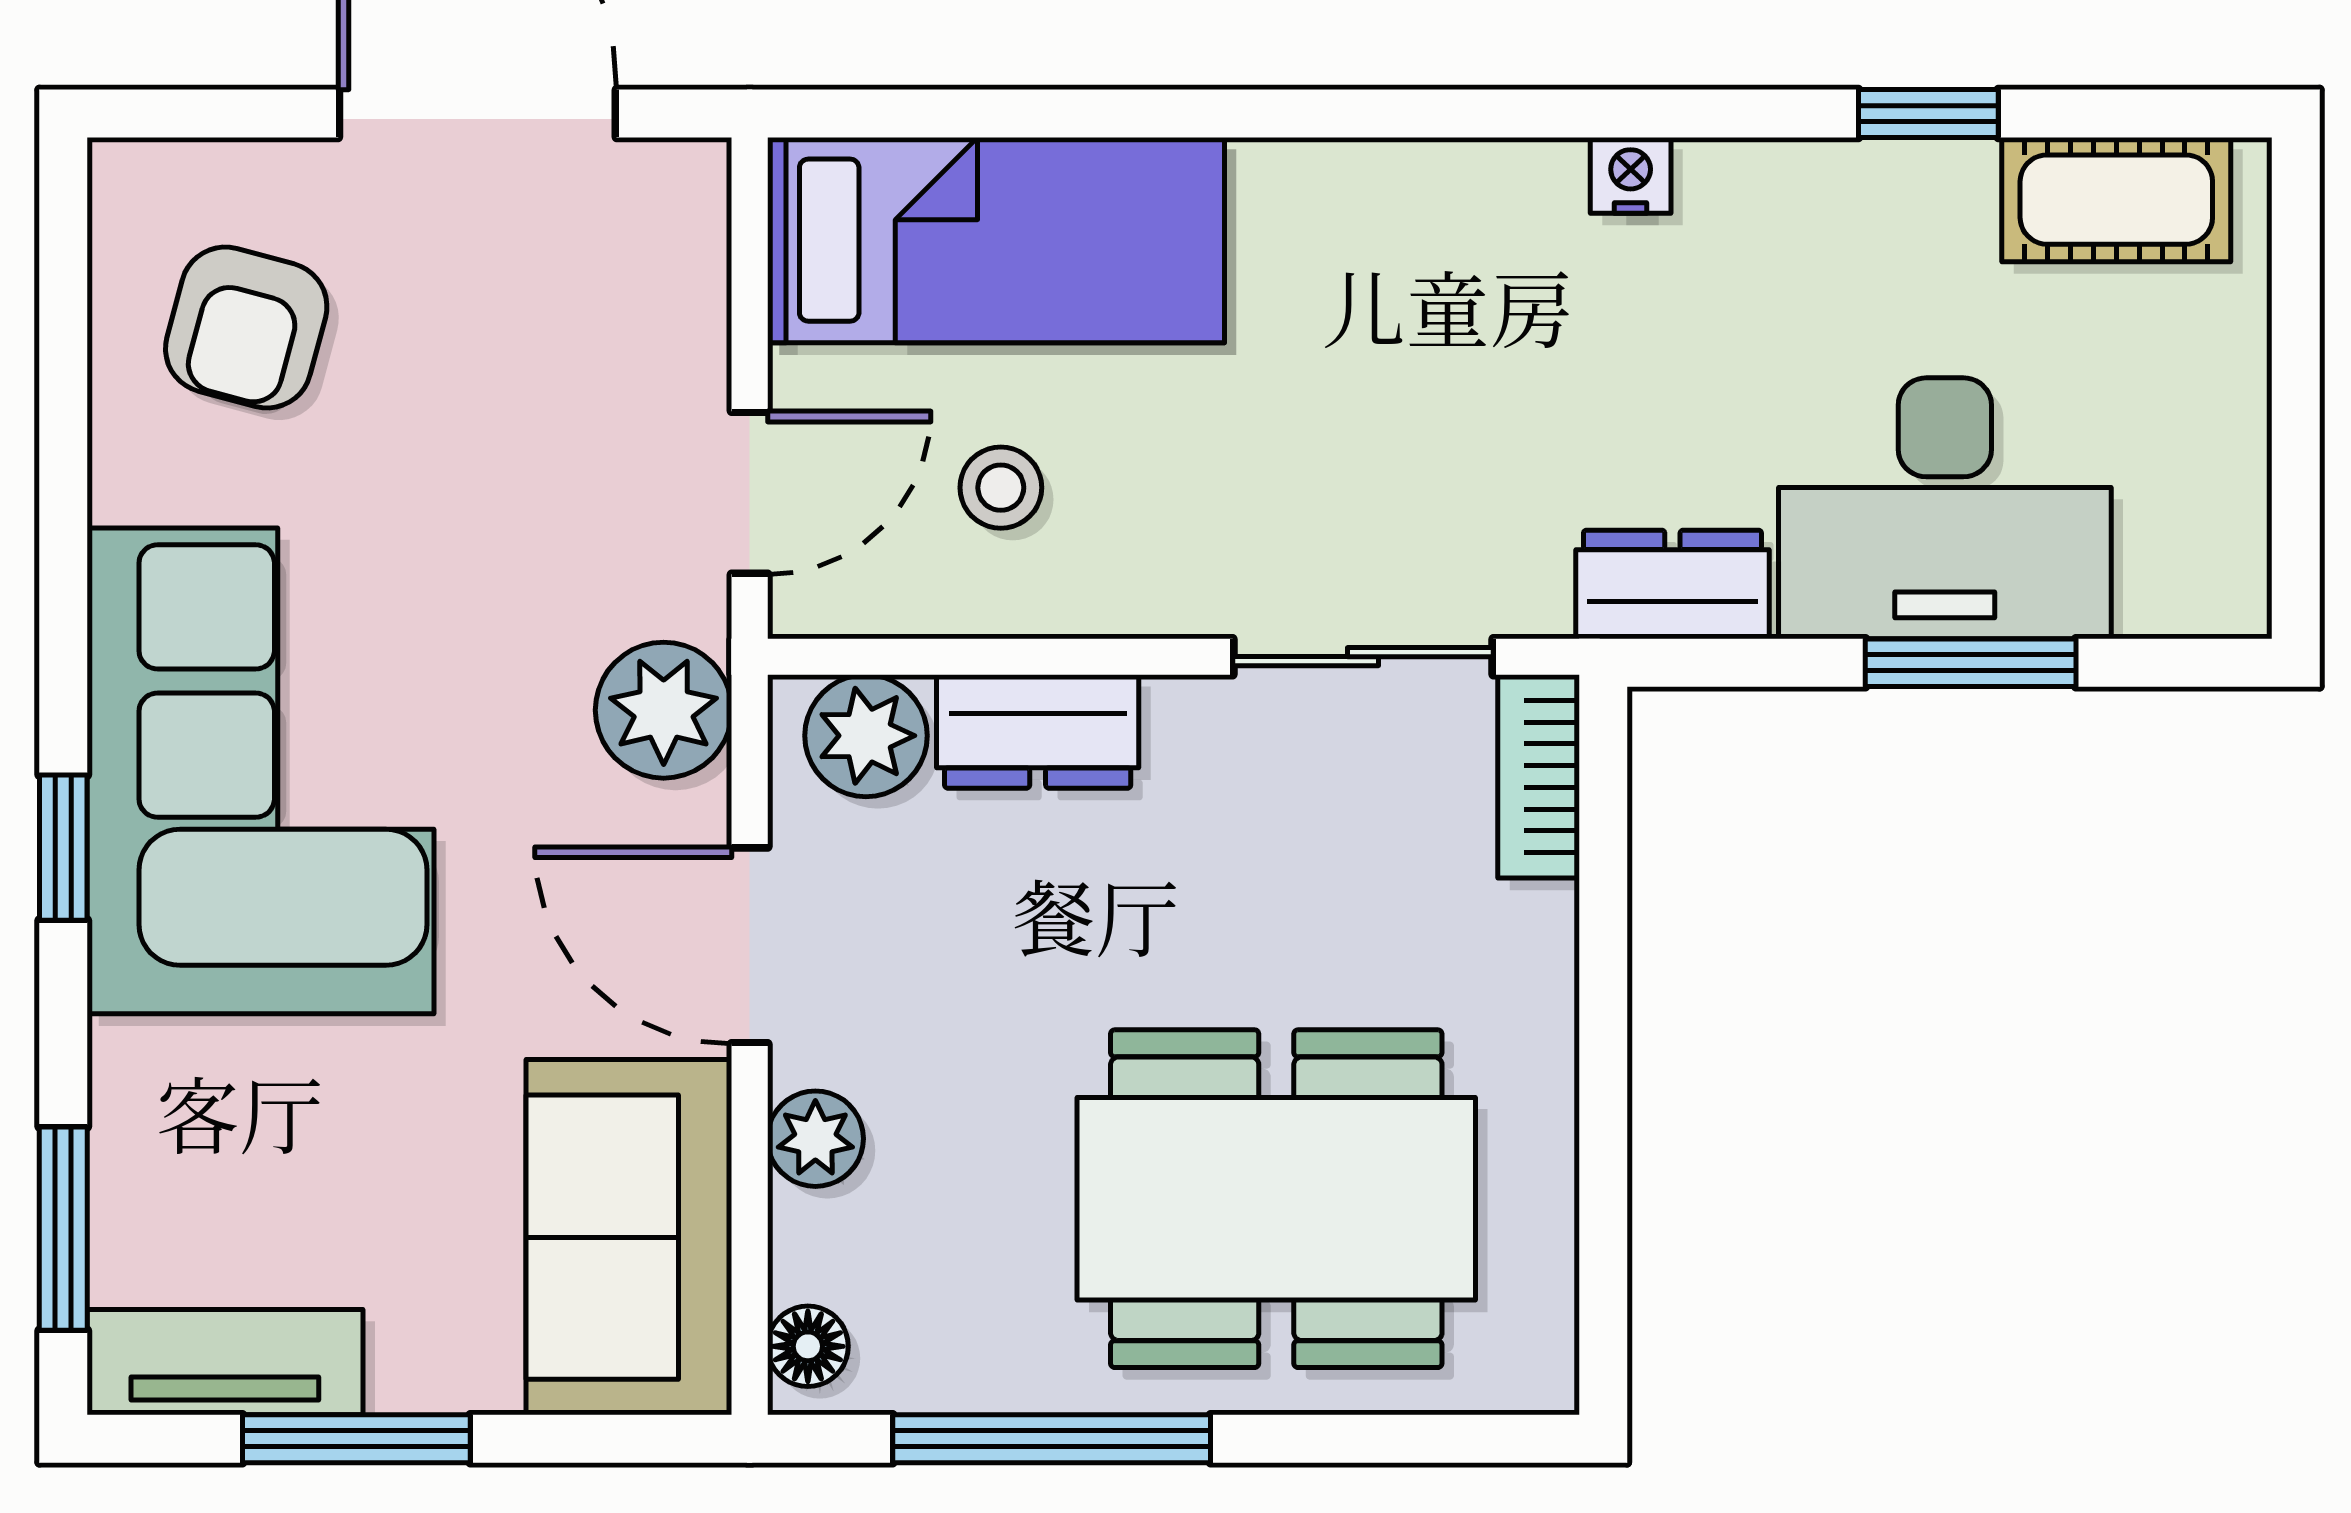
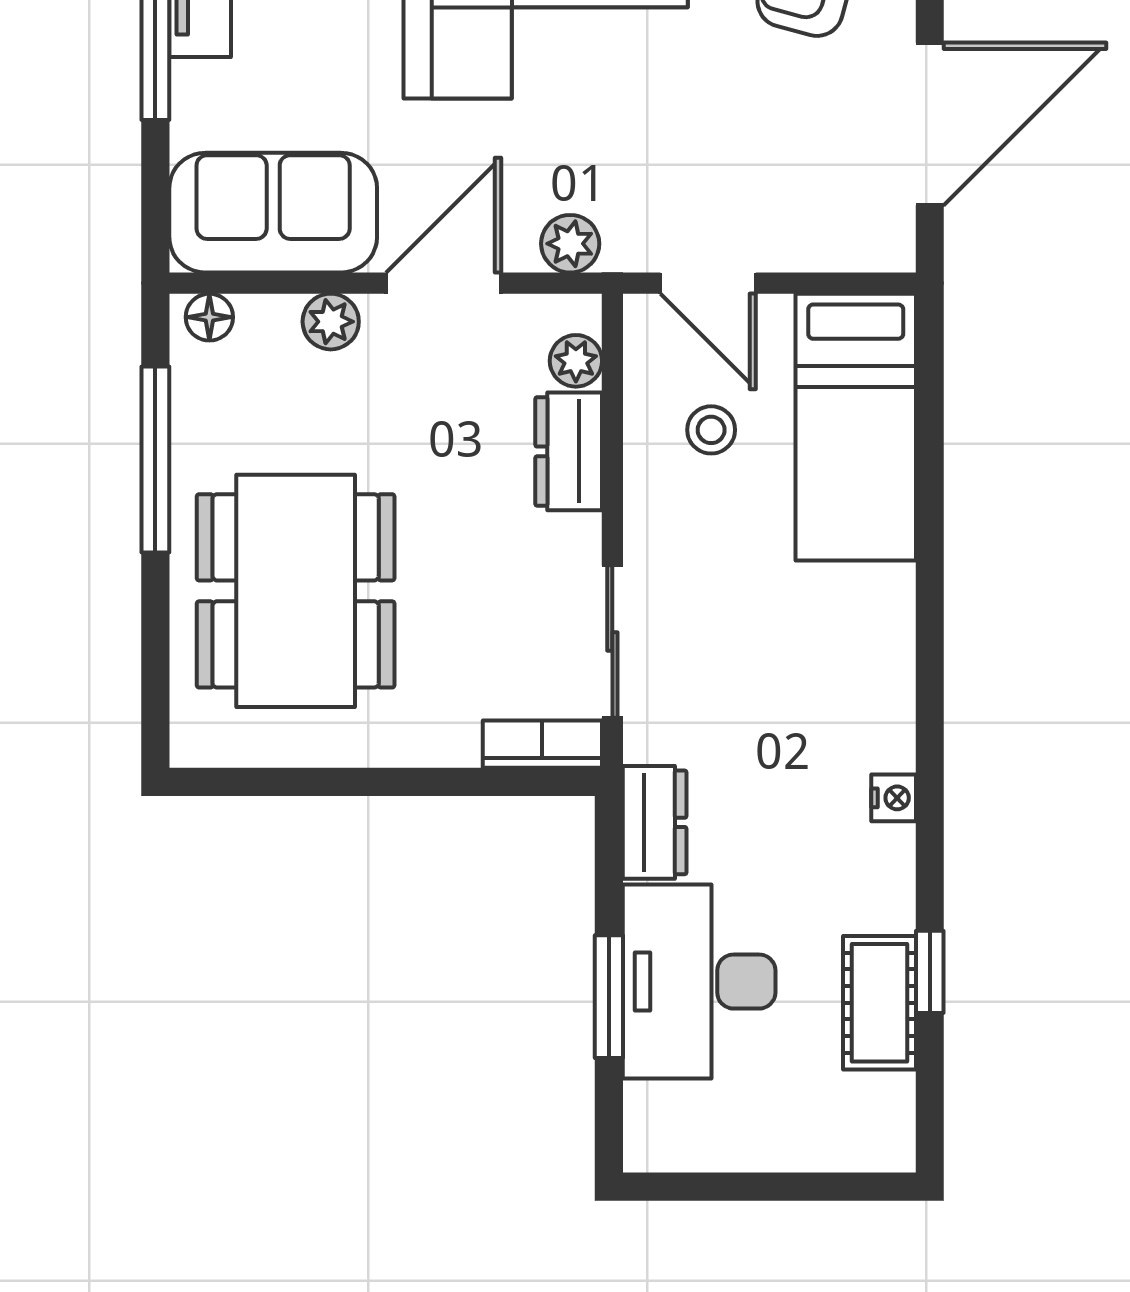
cot: (2116, 200) -> (879, 1003), moved
plant: (664, 710) -> (570, 244), width x0.73, depth x0.73
plant: (866, 736) -> (576, 361), width x0.73, depth x0.73

